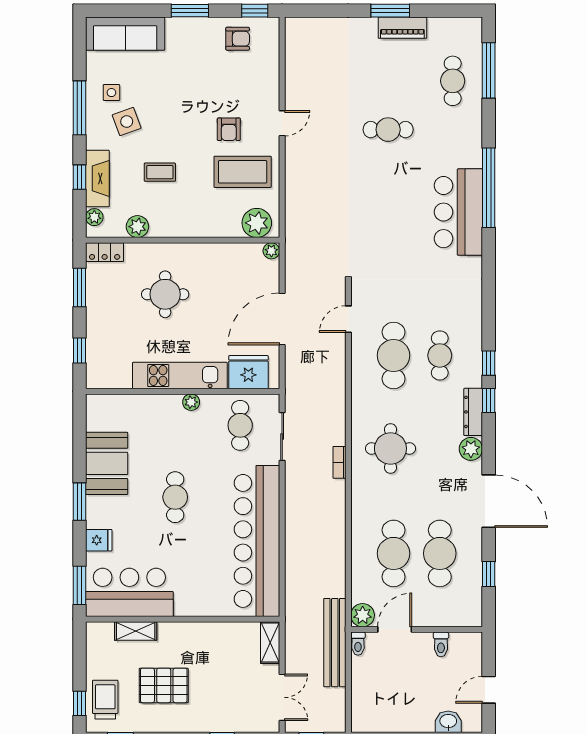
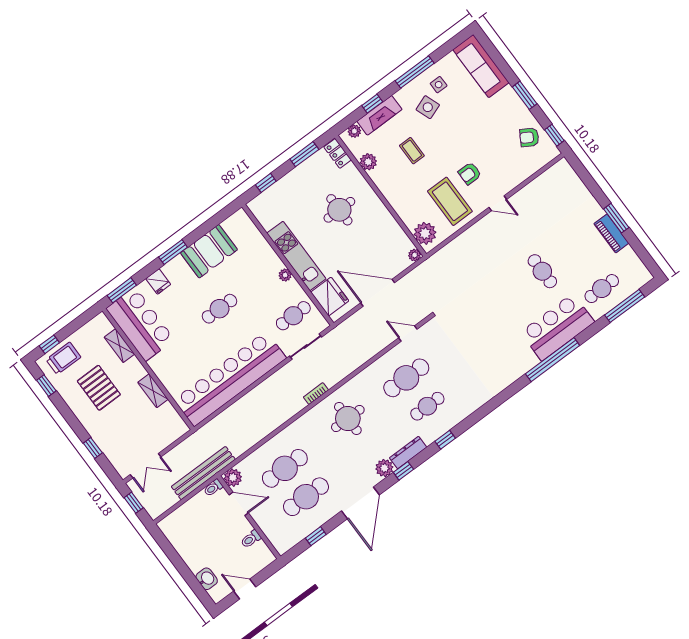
armchair: (238, 39) -> (529, 137), turned 121
bar counter: (458, 212) -> (557, 327), moved
window: (489, 400) -> (403, 471), moved
shelving: (270, 643) -> (153, 391), moved, turned 90

